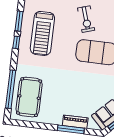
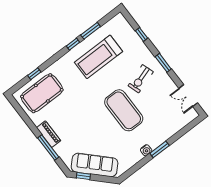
window: (11, 89) -> (34, 74), width x0.32
piano: (75, 122) -> (49, 134), moved

